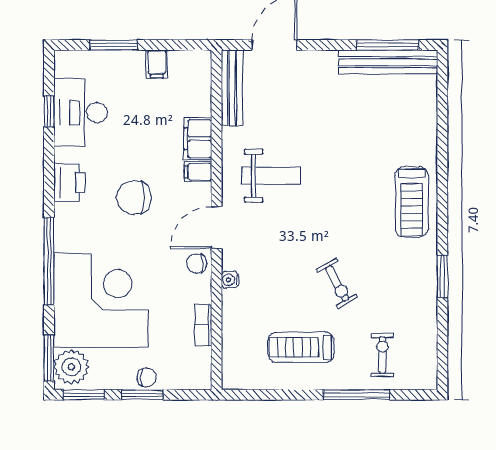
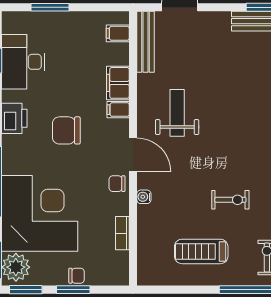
filing cabinet: (157, 64) -> (118, 33), moved, turned 90
weight bench: (271, 176) -> (177, 113), turned -90
door: (217, 228) -> (133, 155), swing flipped
exercise bike: (337, 283) -> (230, 200), turned -61

